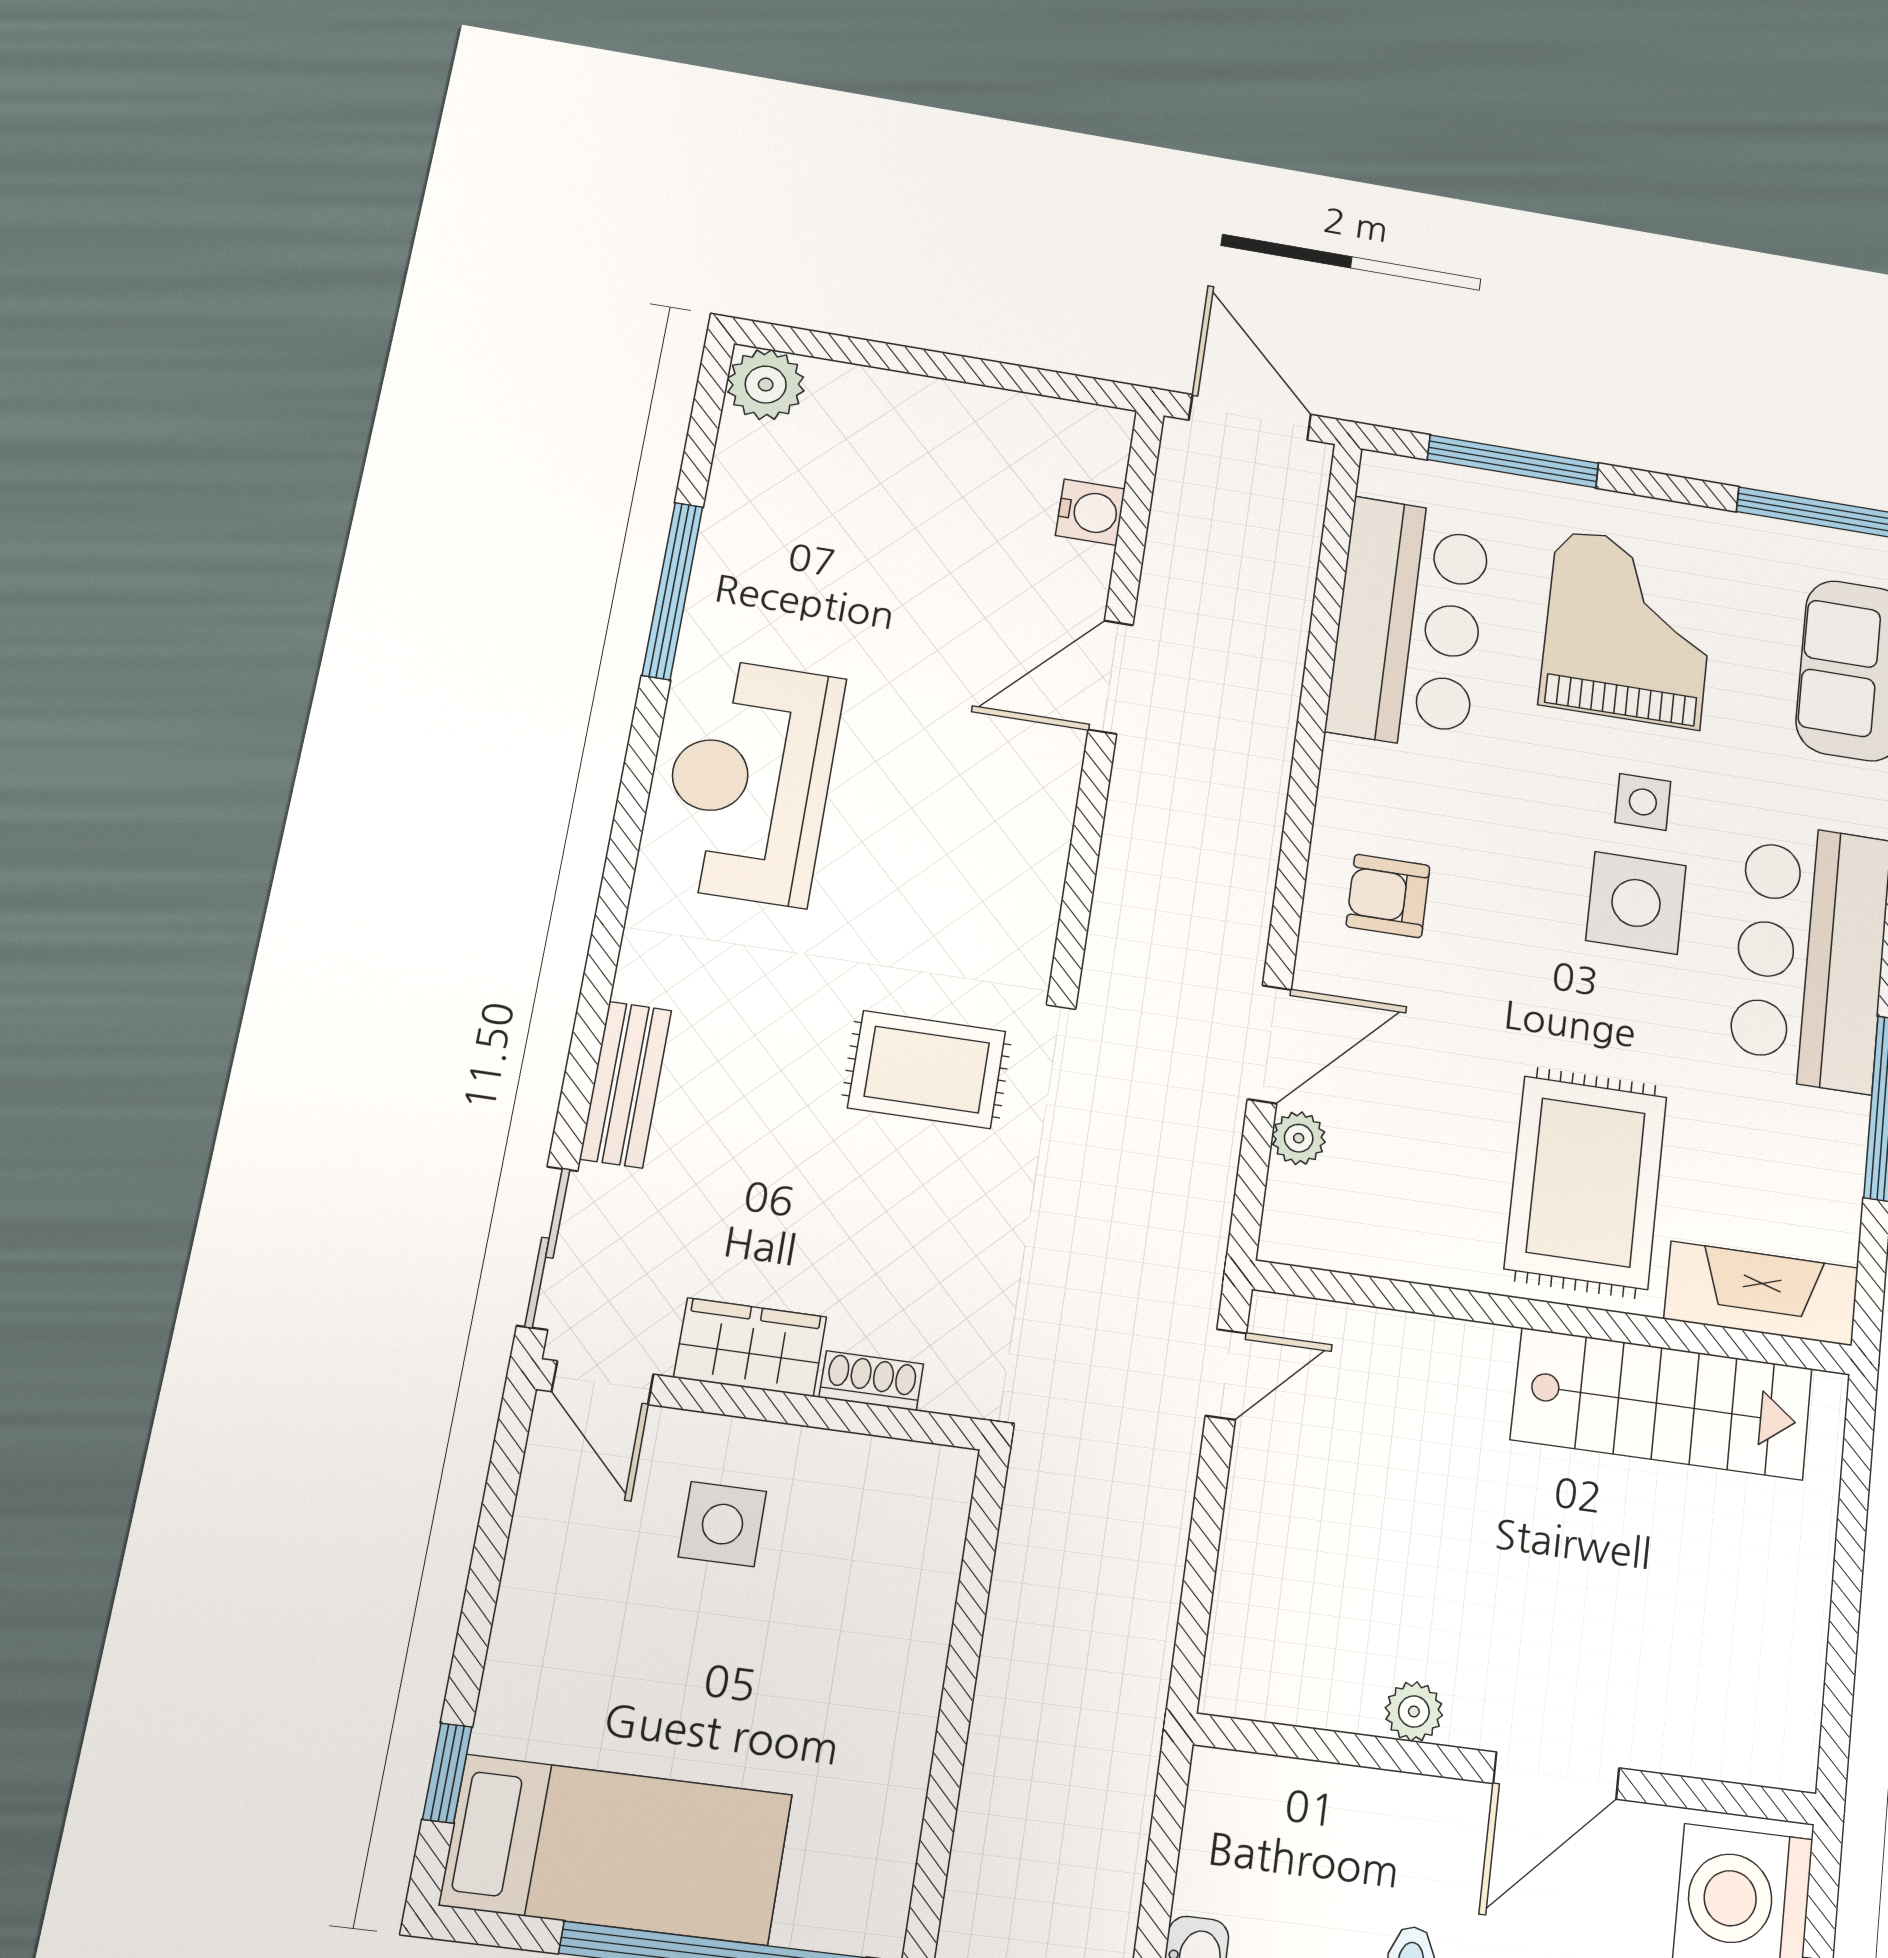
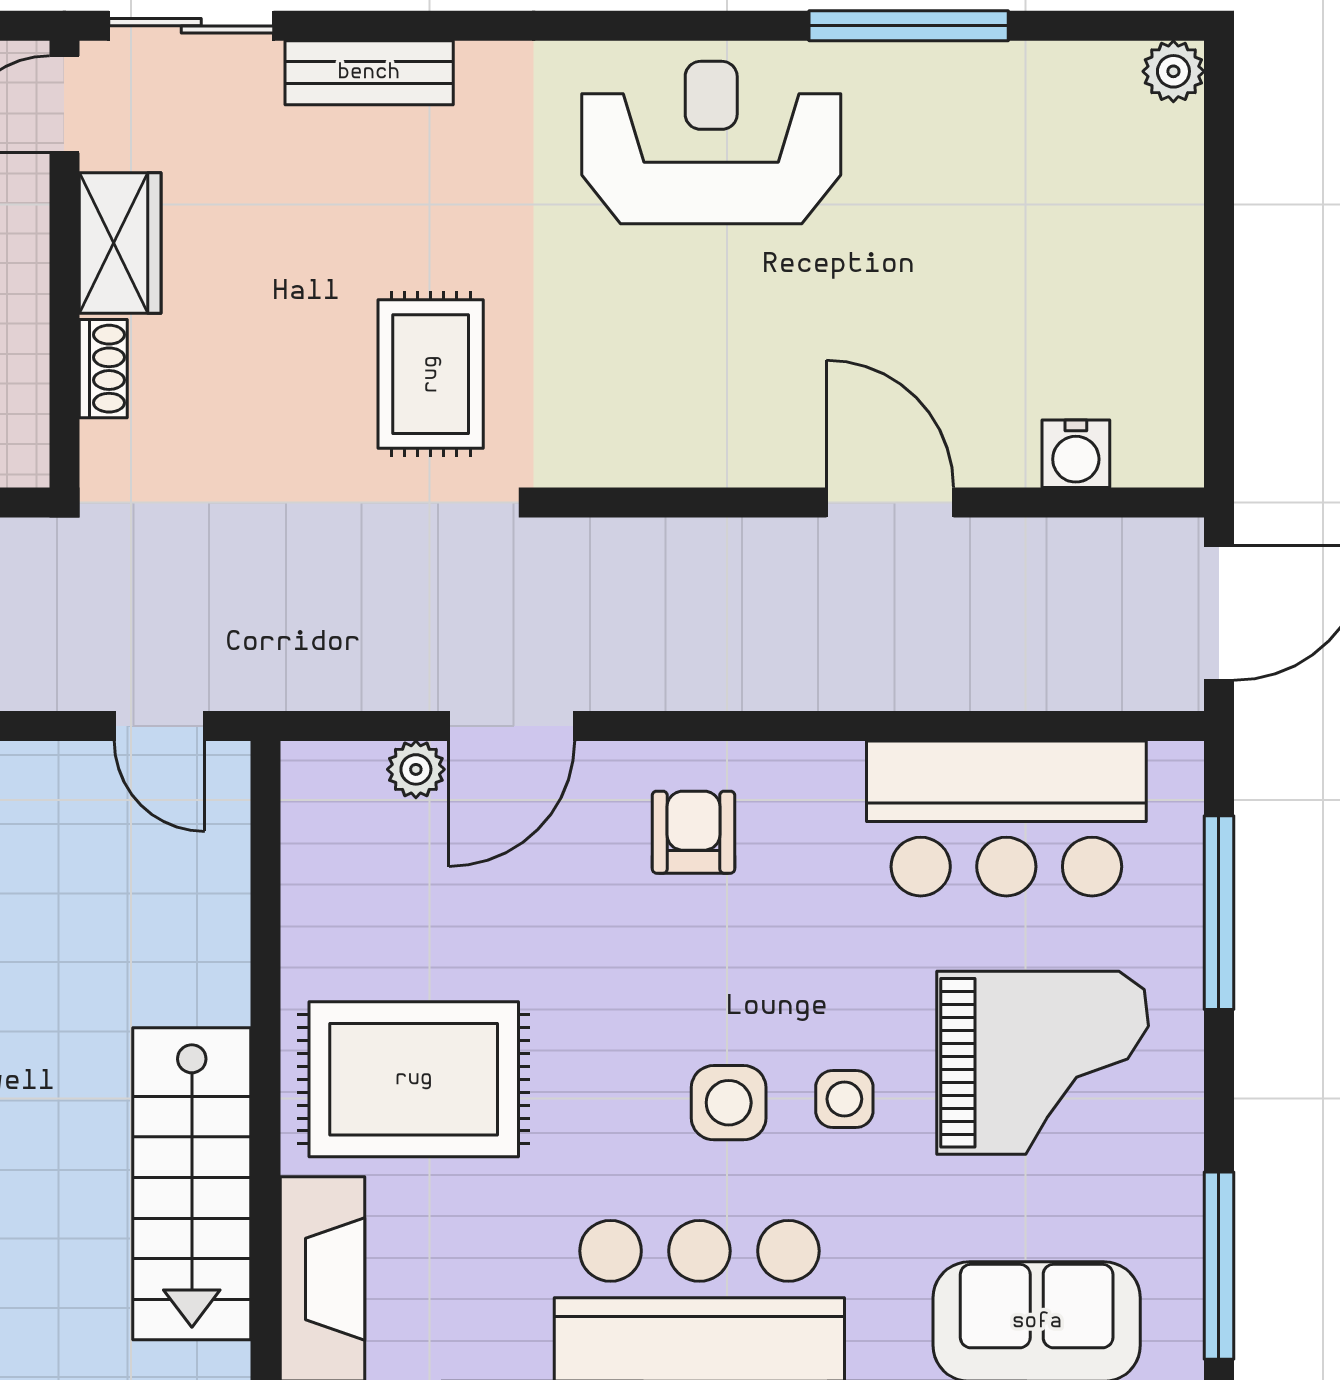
plant: (766, 385) -> (1173, 71), width x0.73, depth x0.73
side table: (1636, 903) -> (729, 1103), width x0.73, depth x0.73
door: (1269, 1044) -> (512, 726), hinge flipped

